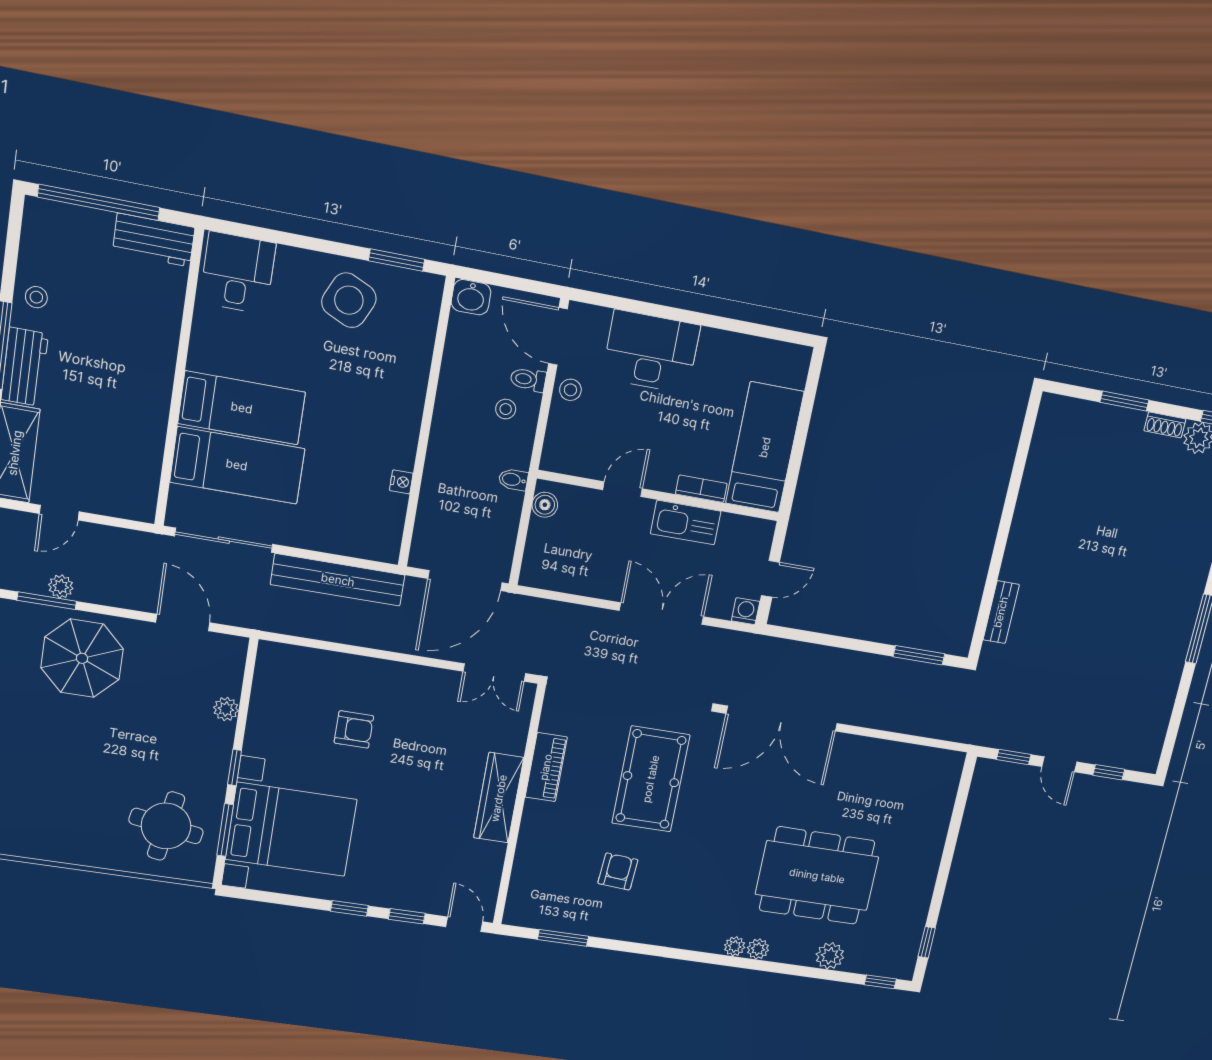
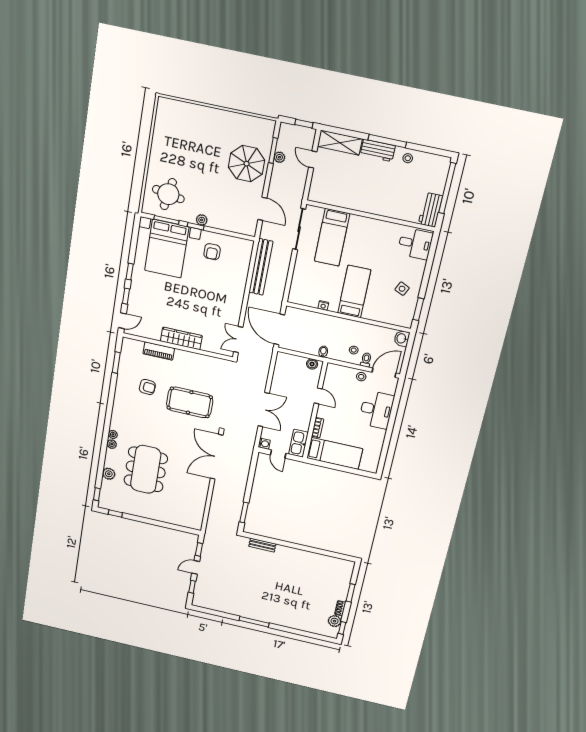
side table: (349, 300) -> (402, 289), width x0.54, depth x0.54
bed: (242, 408) -> (354, 292), moved, turned 180
kitchen sink: (686, 522) -> (298, 443), moved
bench: (338, 580) -> (261, 267), moved
door: (183, 623) -> (262, 209), hinge flipped
plant: (226, 709) -> (202, 220), moved
armchair: (354, 729) -> (212, 252), moved
piano: (546, 767) -> (159, 351), moved

